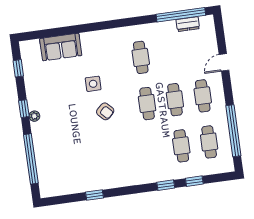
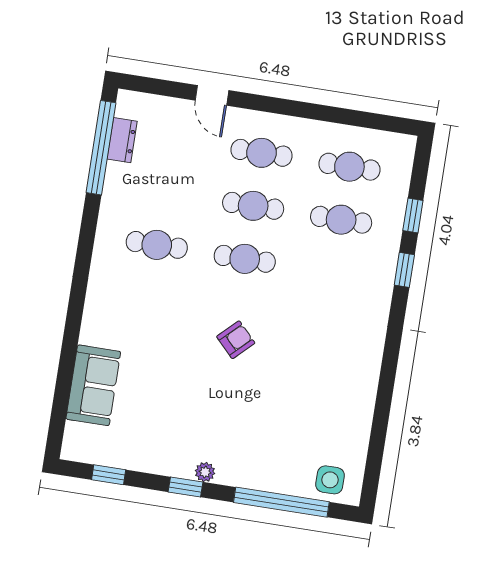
side table: (93, 84) -> (330, 480), moved
window: (233, 131) -> (342, 116), removed
window: (94, 195) -> (383, 406), removed

